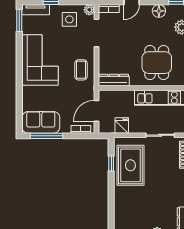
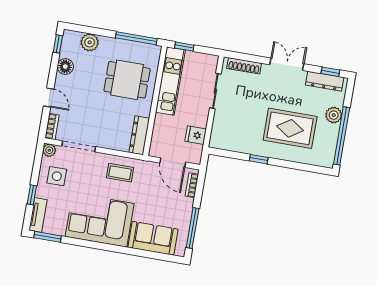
sofa: (41, 122) -> (153, 238), moved, turned 90
window: (111, 164) -> (259, 159), moved
rug: (130, 165) -> (290, 128), moved

